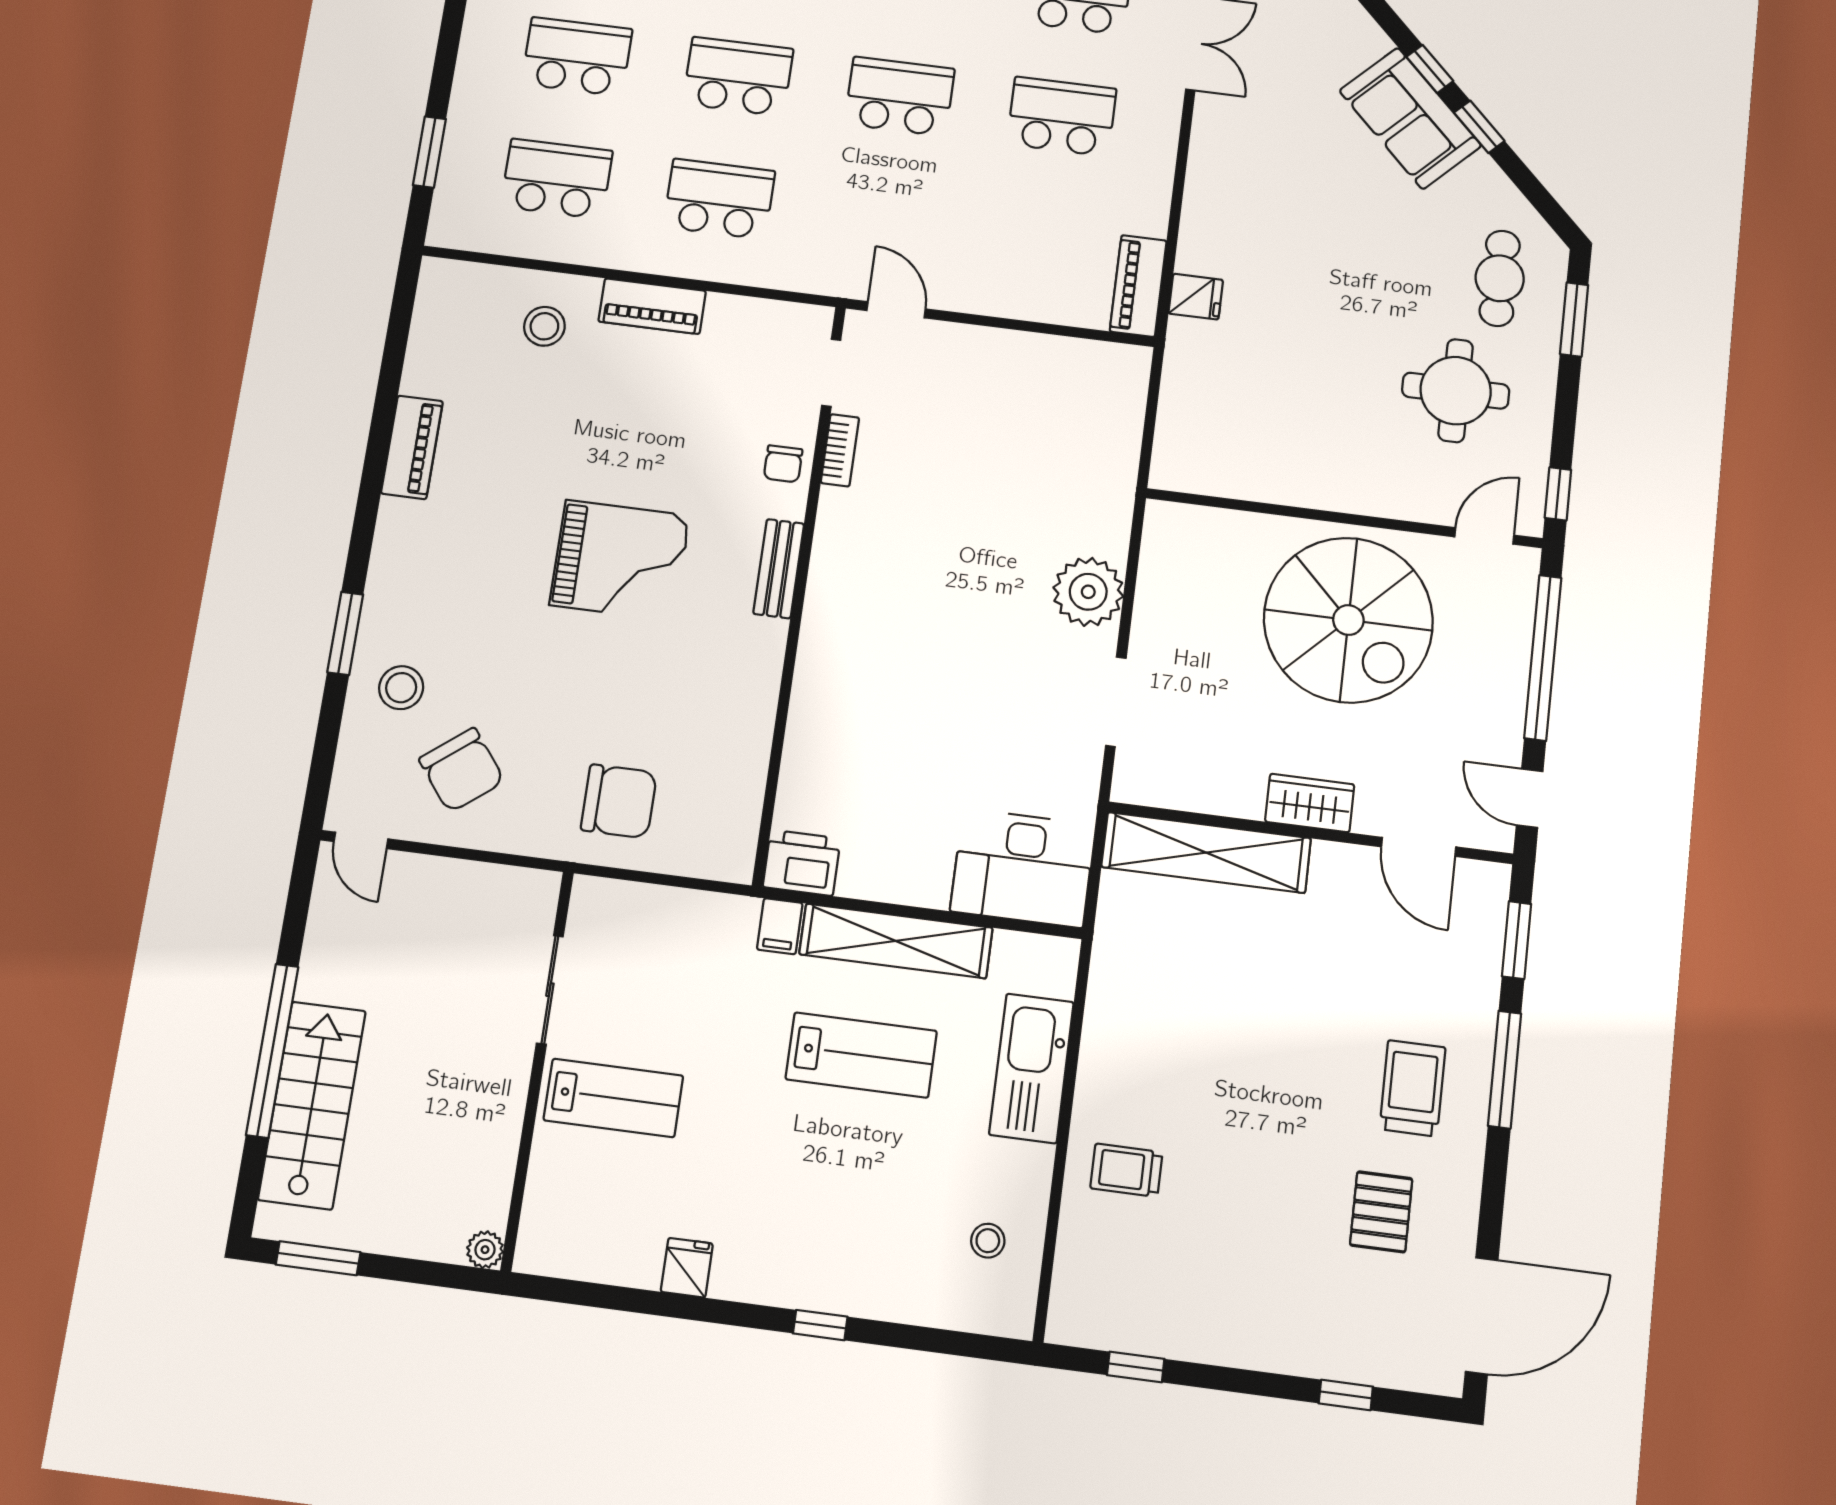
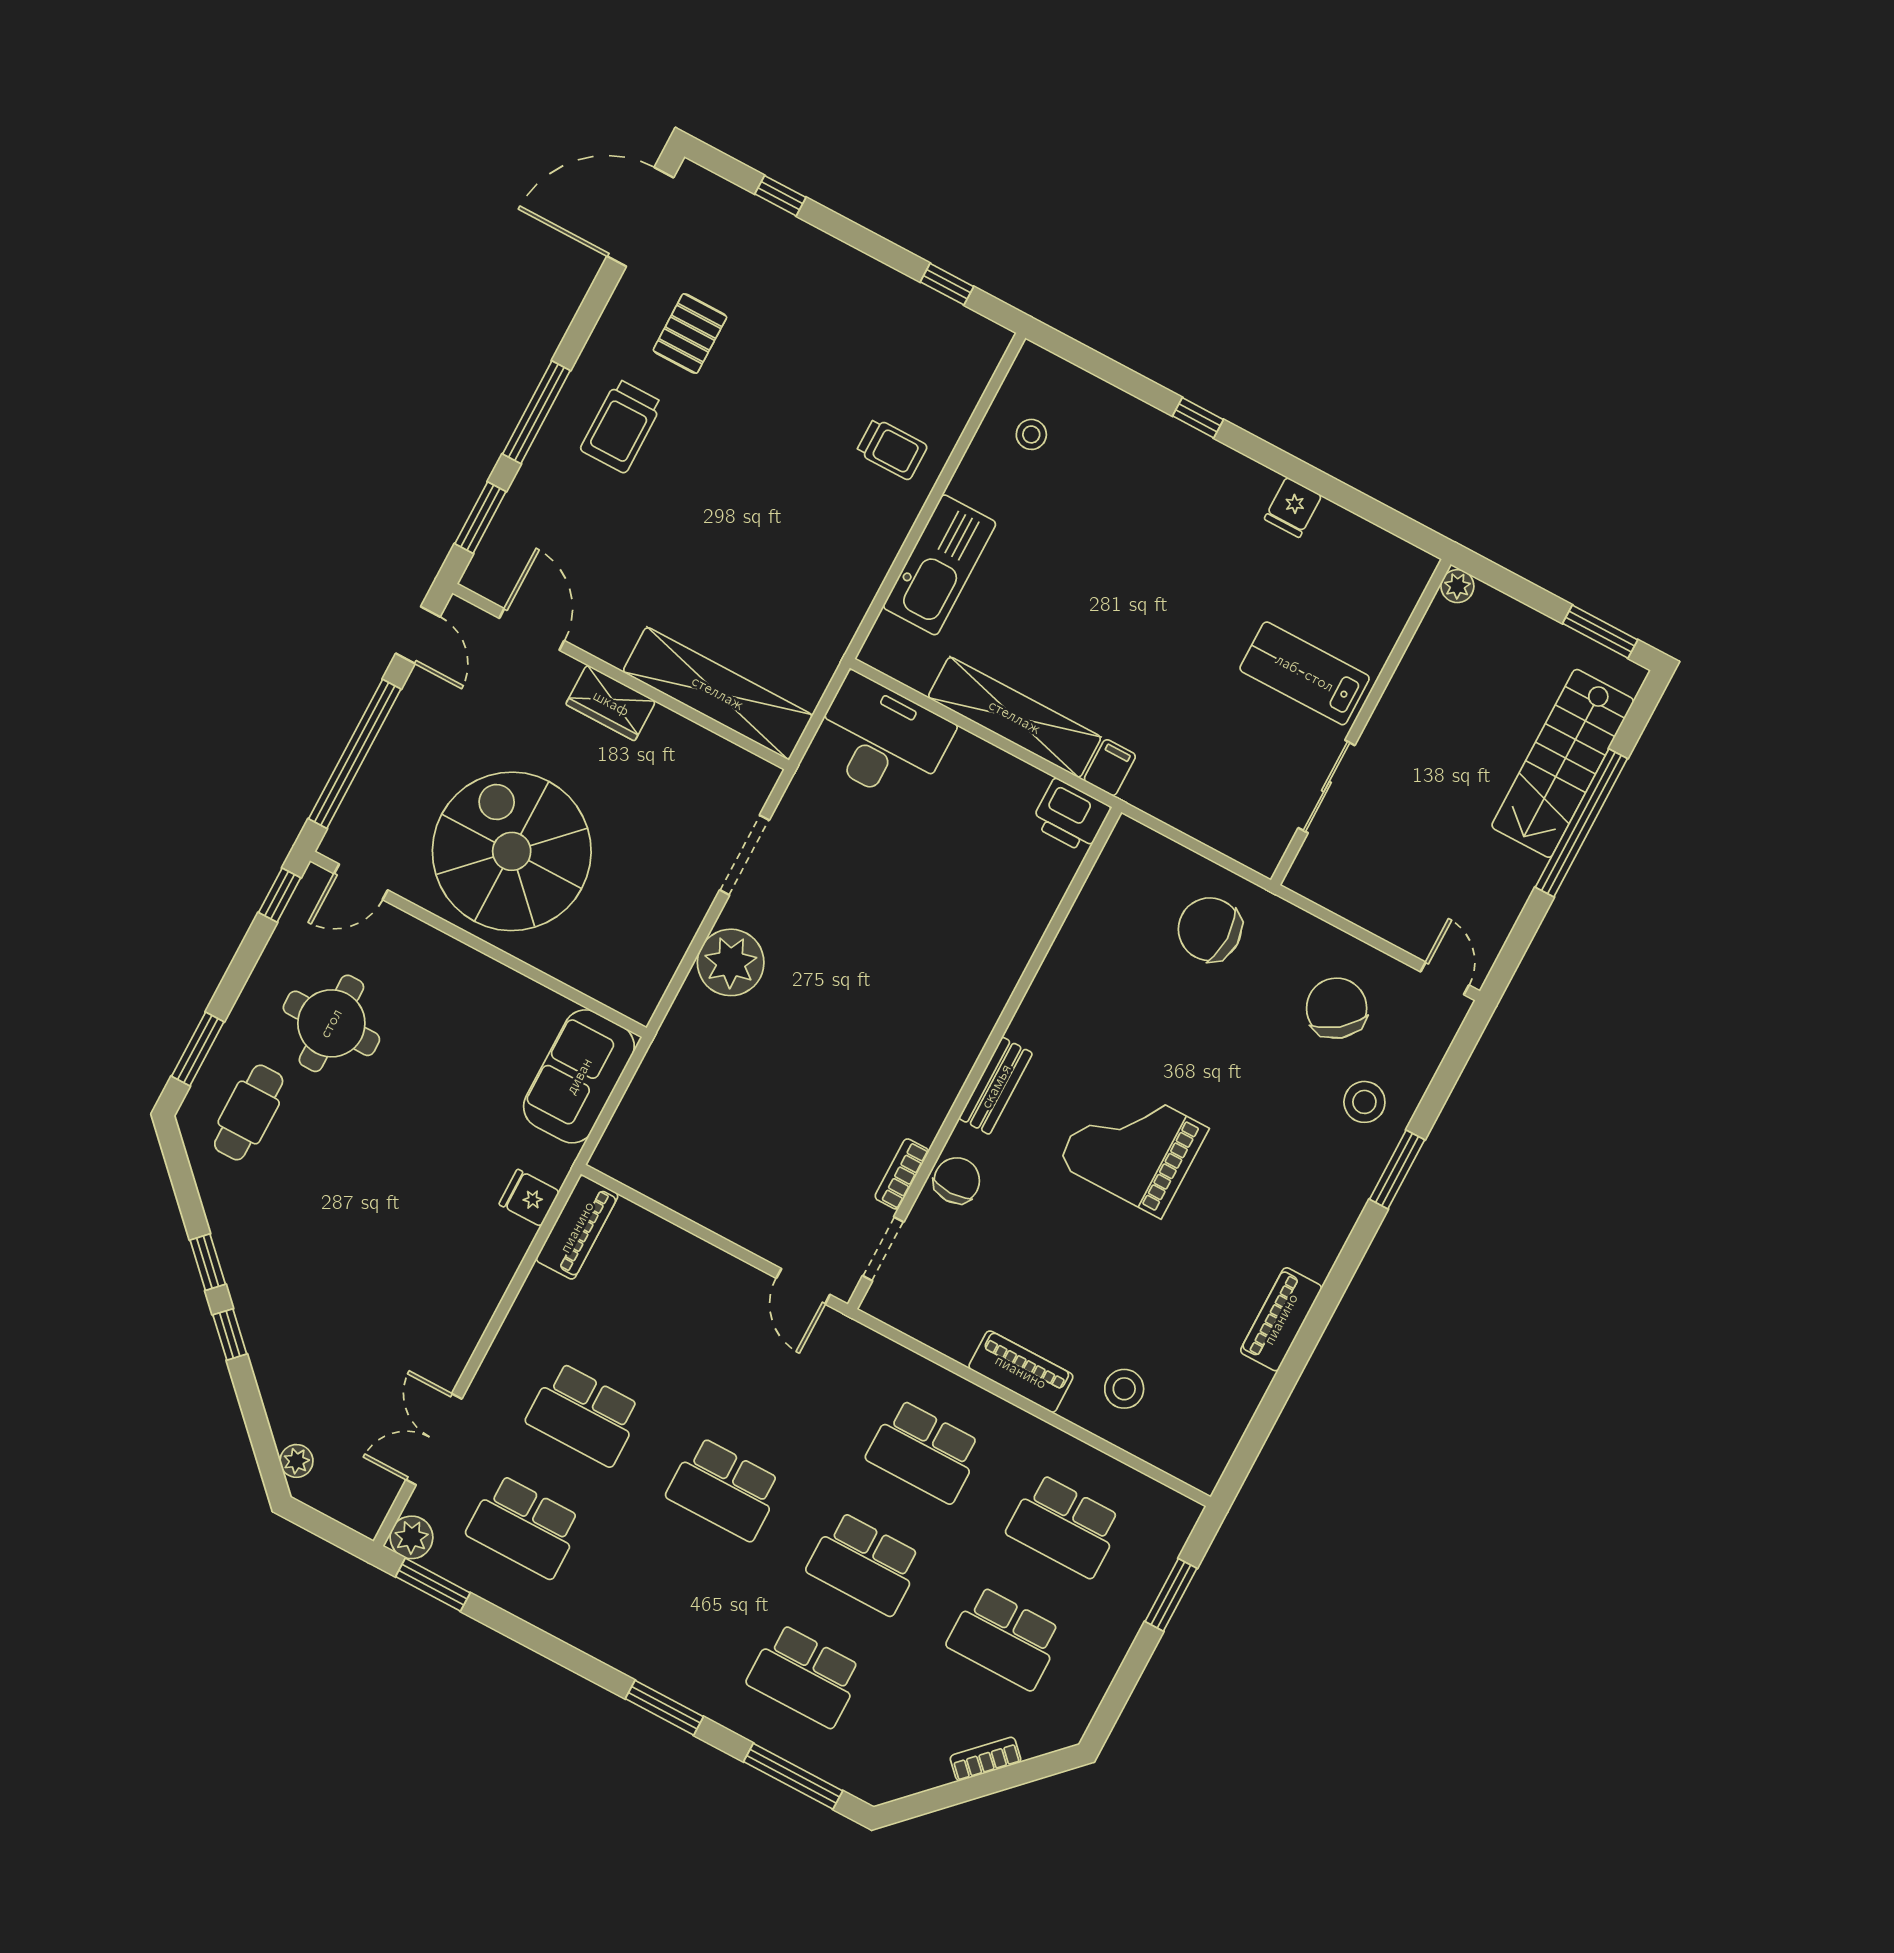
sofa: (1410, 118) -> (579, 1076), moved, turned -135
chair: (783, 464) -> (957, 1180), width x1.37, depth x1.37
lab bench: (861, 1055) -> (1080, 631), removed

